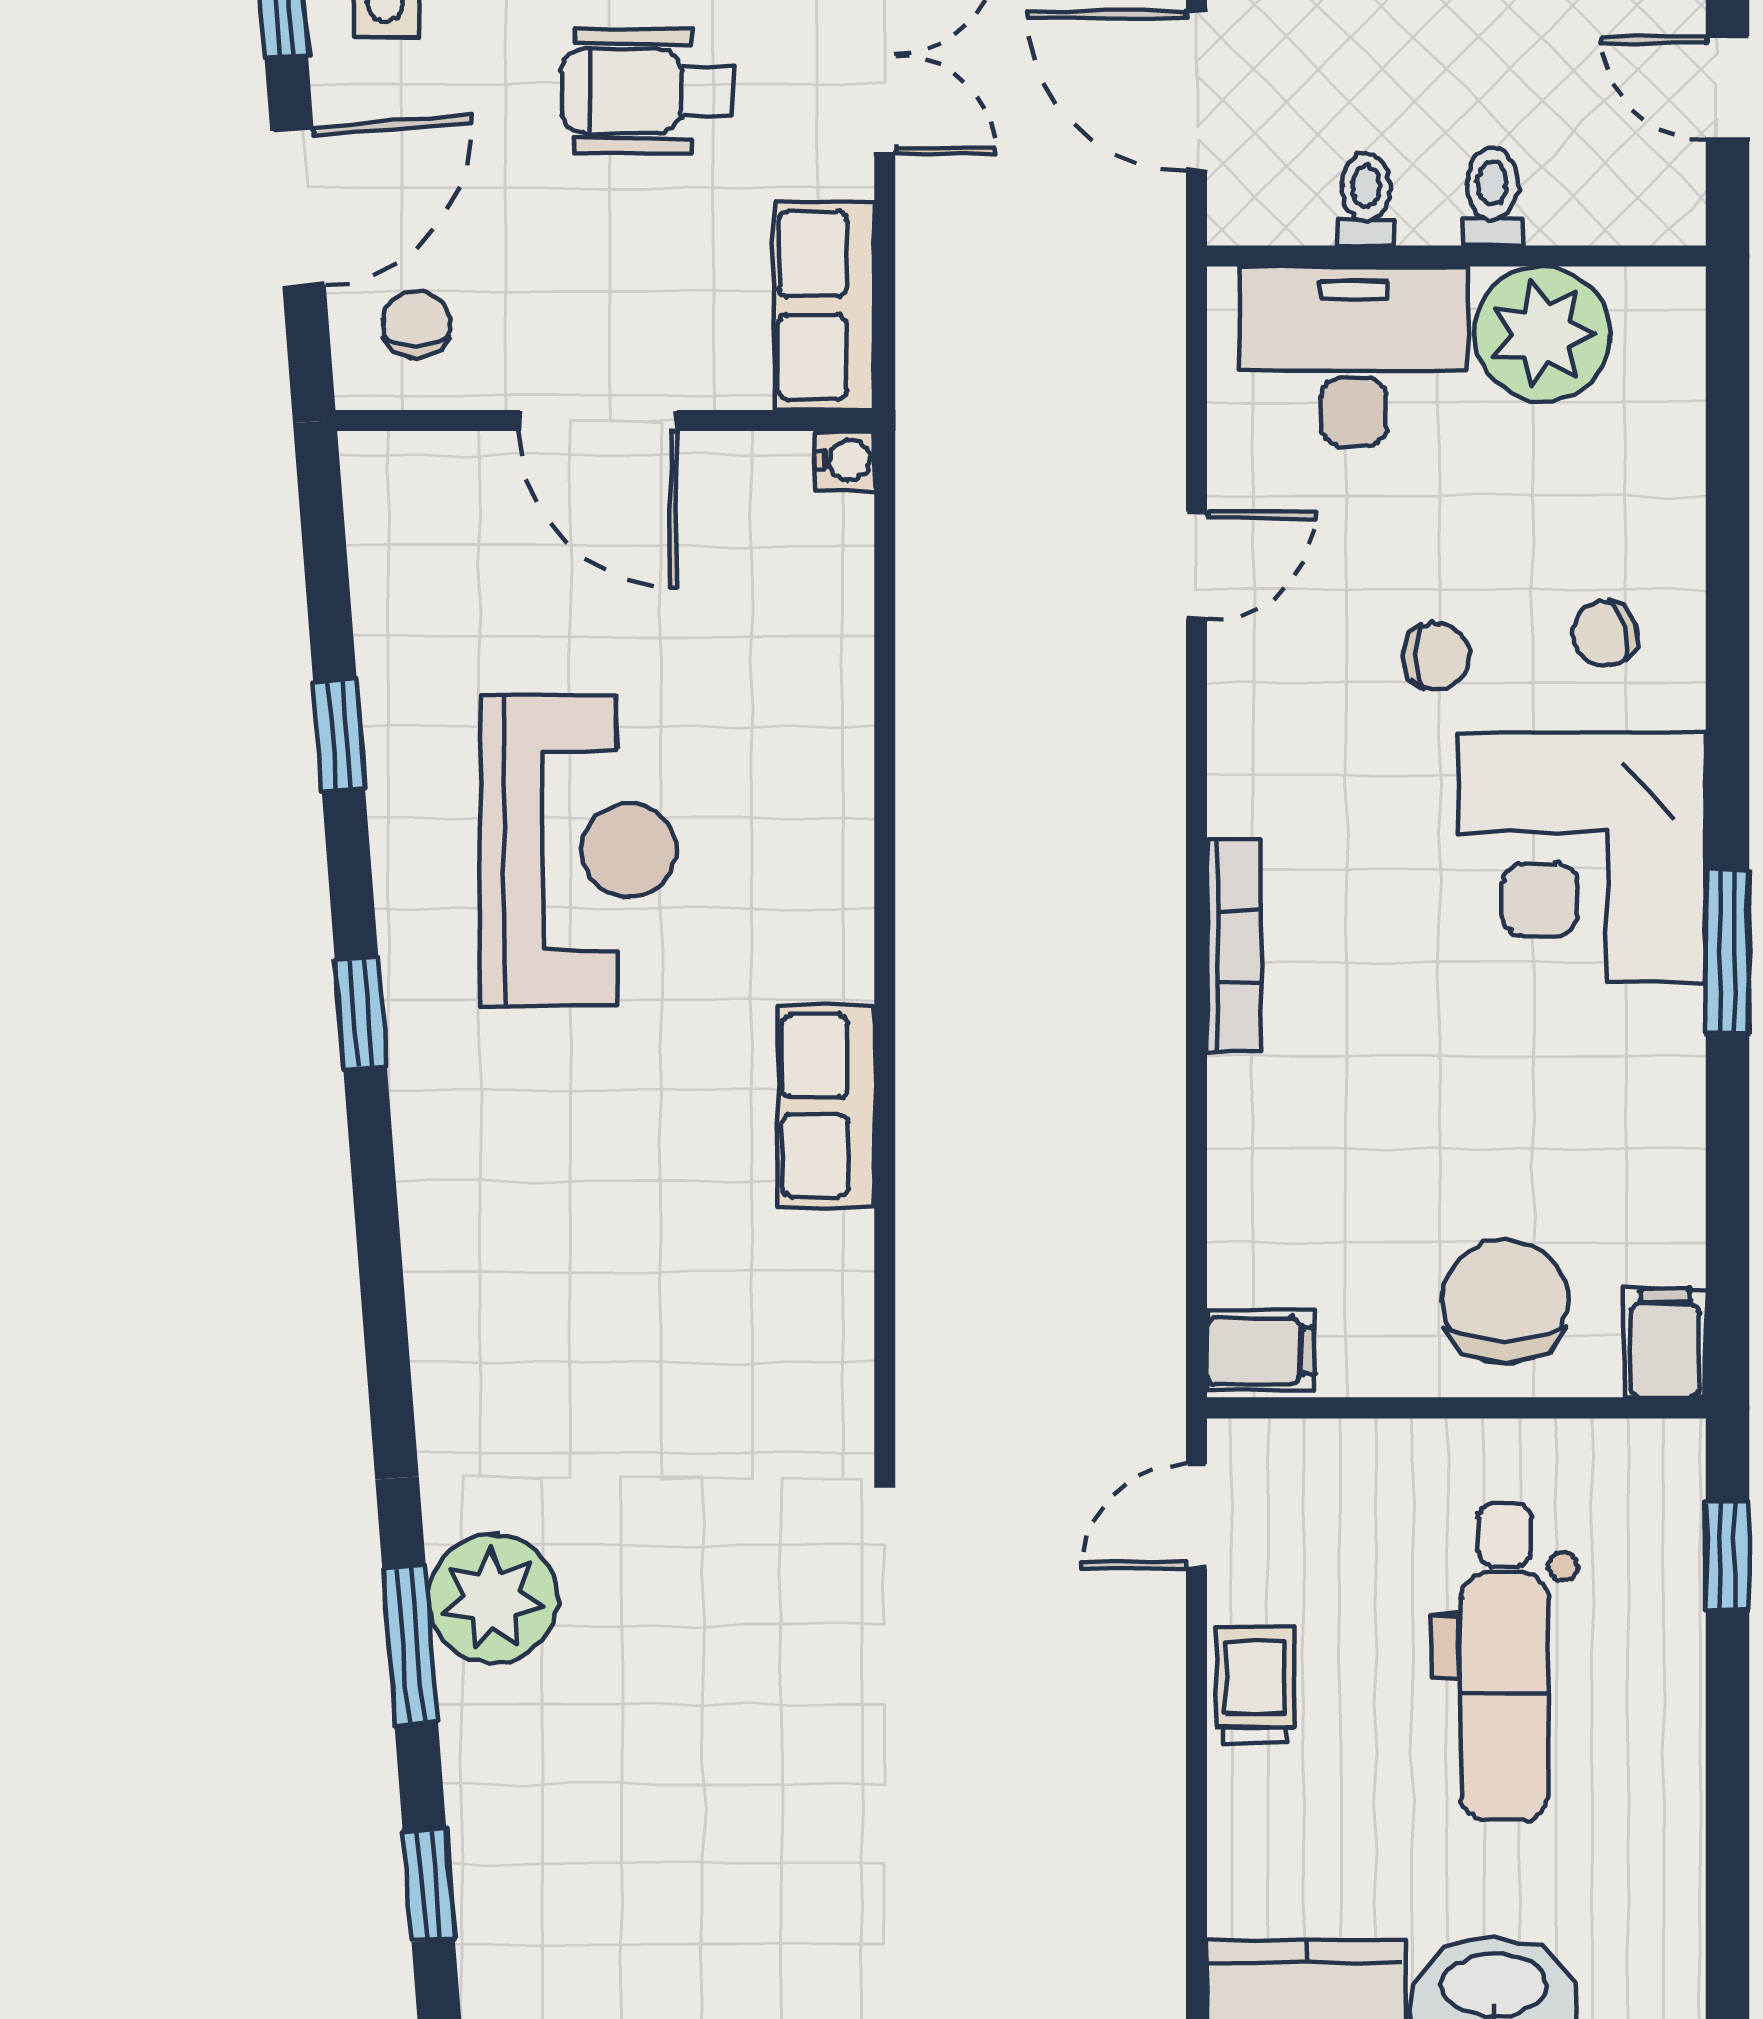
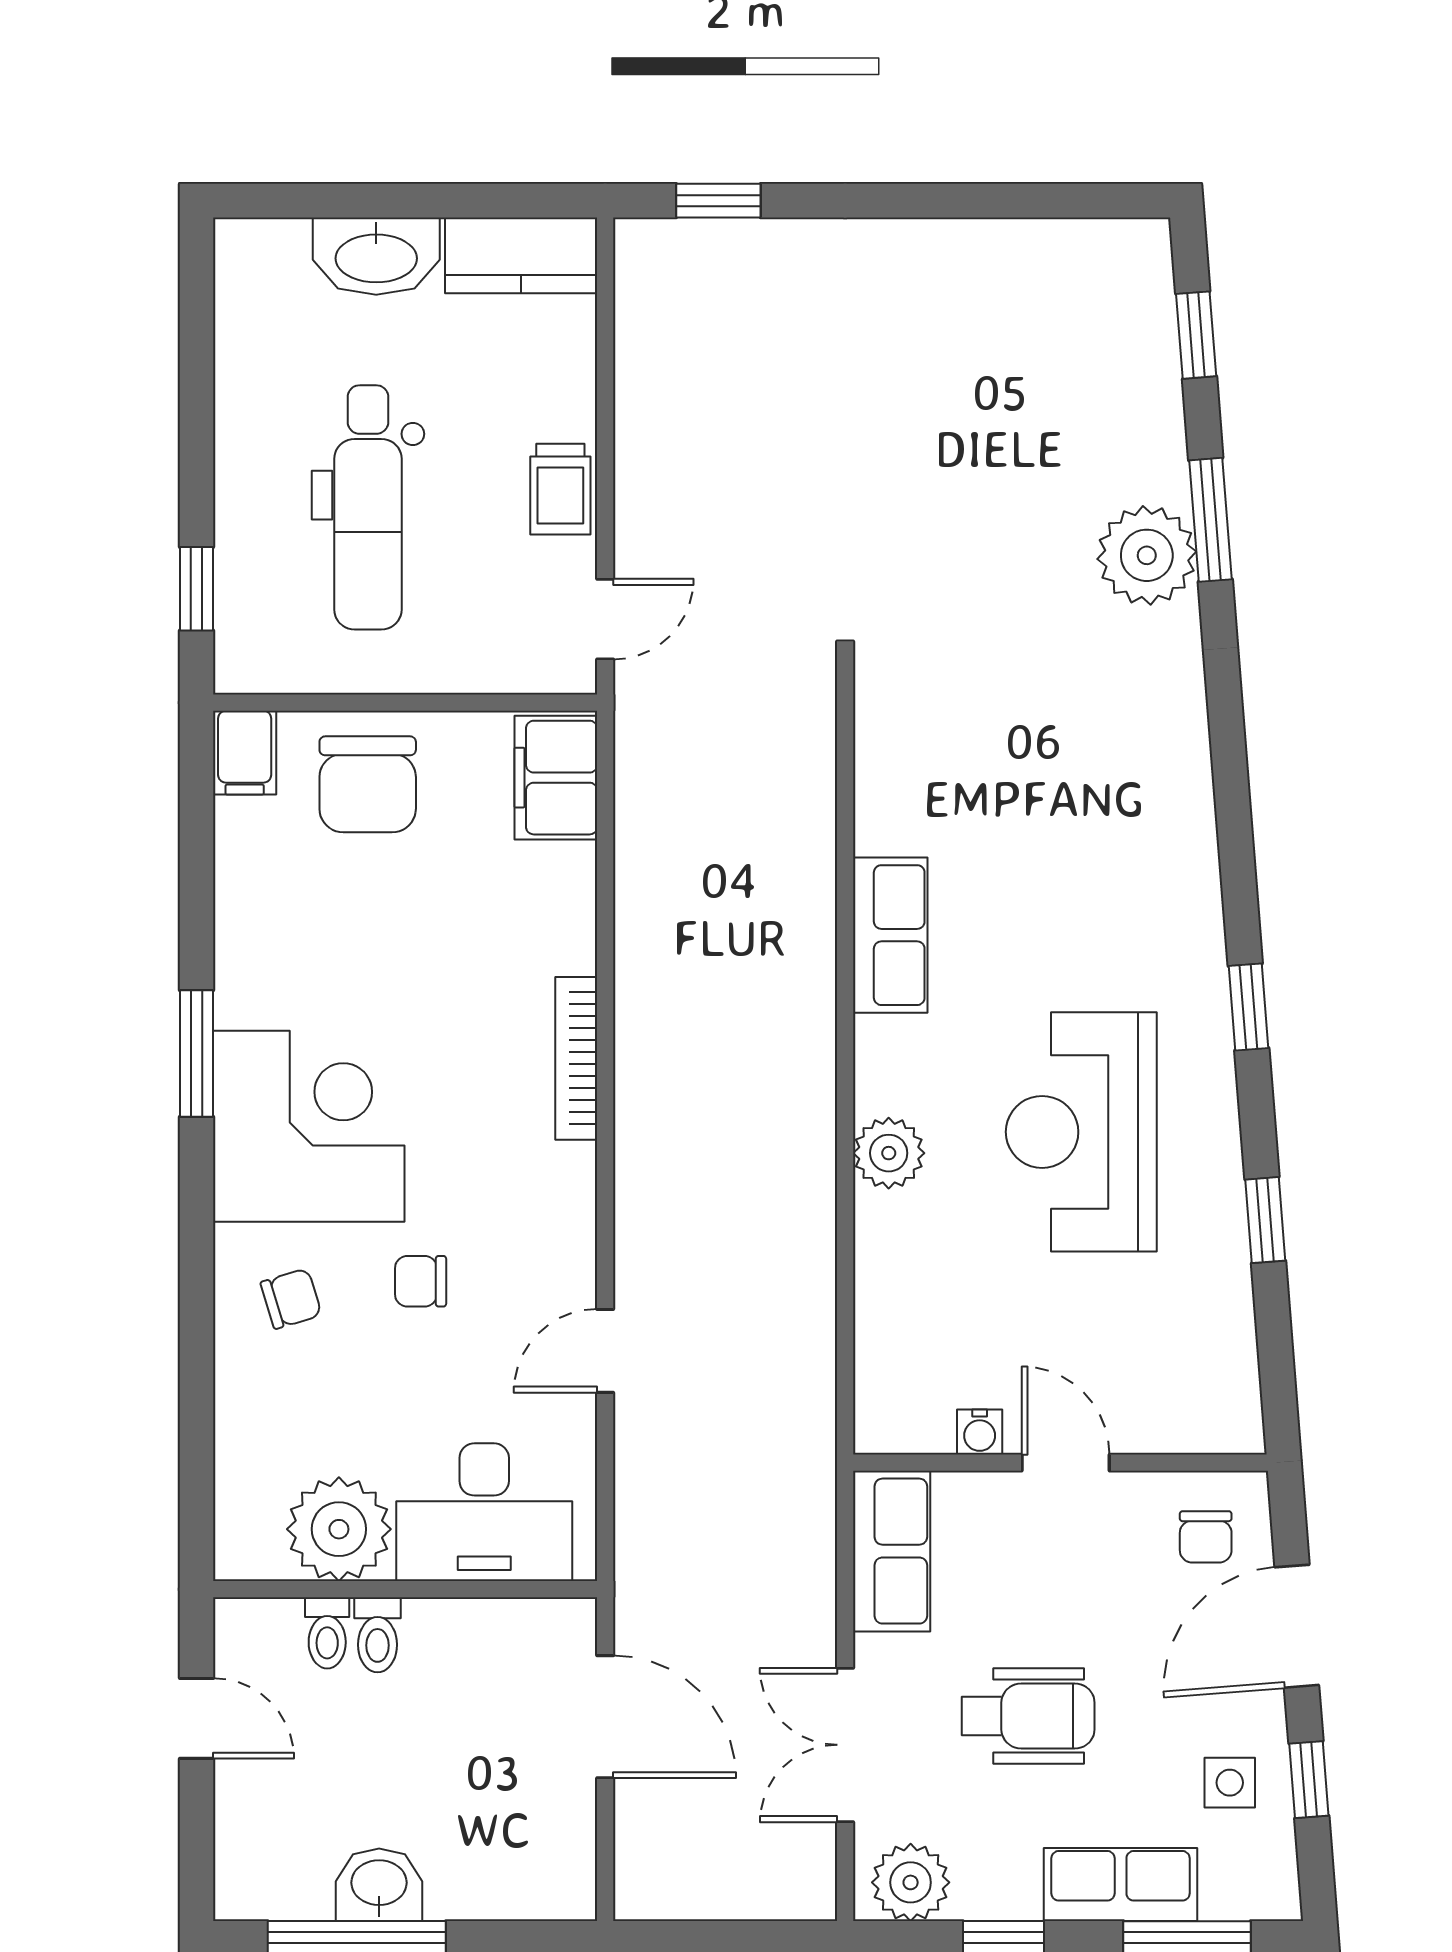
toilet: (1366, 199) -> (327, 1633), moved
door: (599, 421) -> (1066, 1463), width x0.73
water cooler: (845, 460) -> (980, 1432), moved, turned -90
plant: (828, 823) -> (889, 1153), added
filing cabinet: (1261, 1351) -> (556, 778), width x2.00
dental chair: (1505, 1662) -> (368, 507), turned 180

